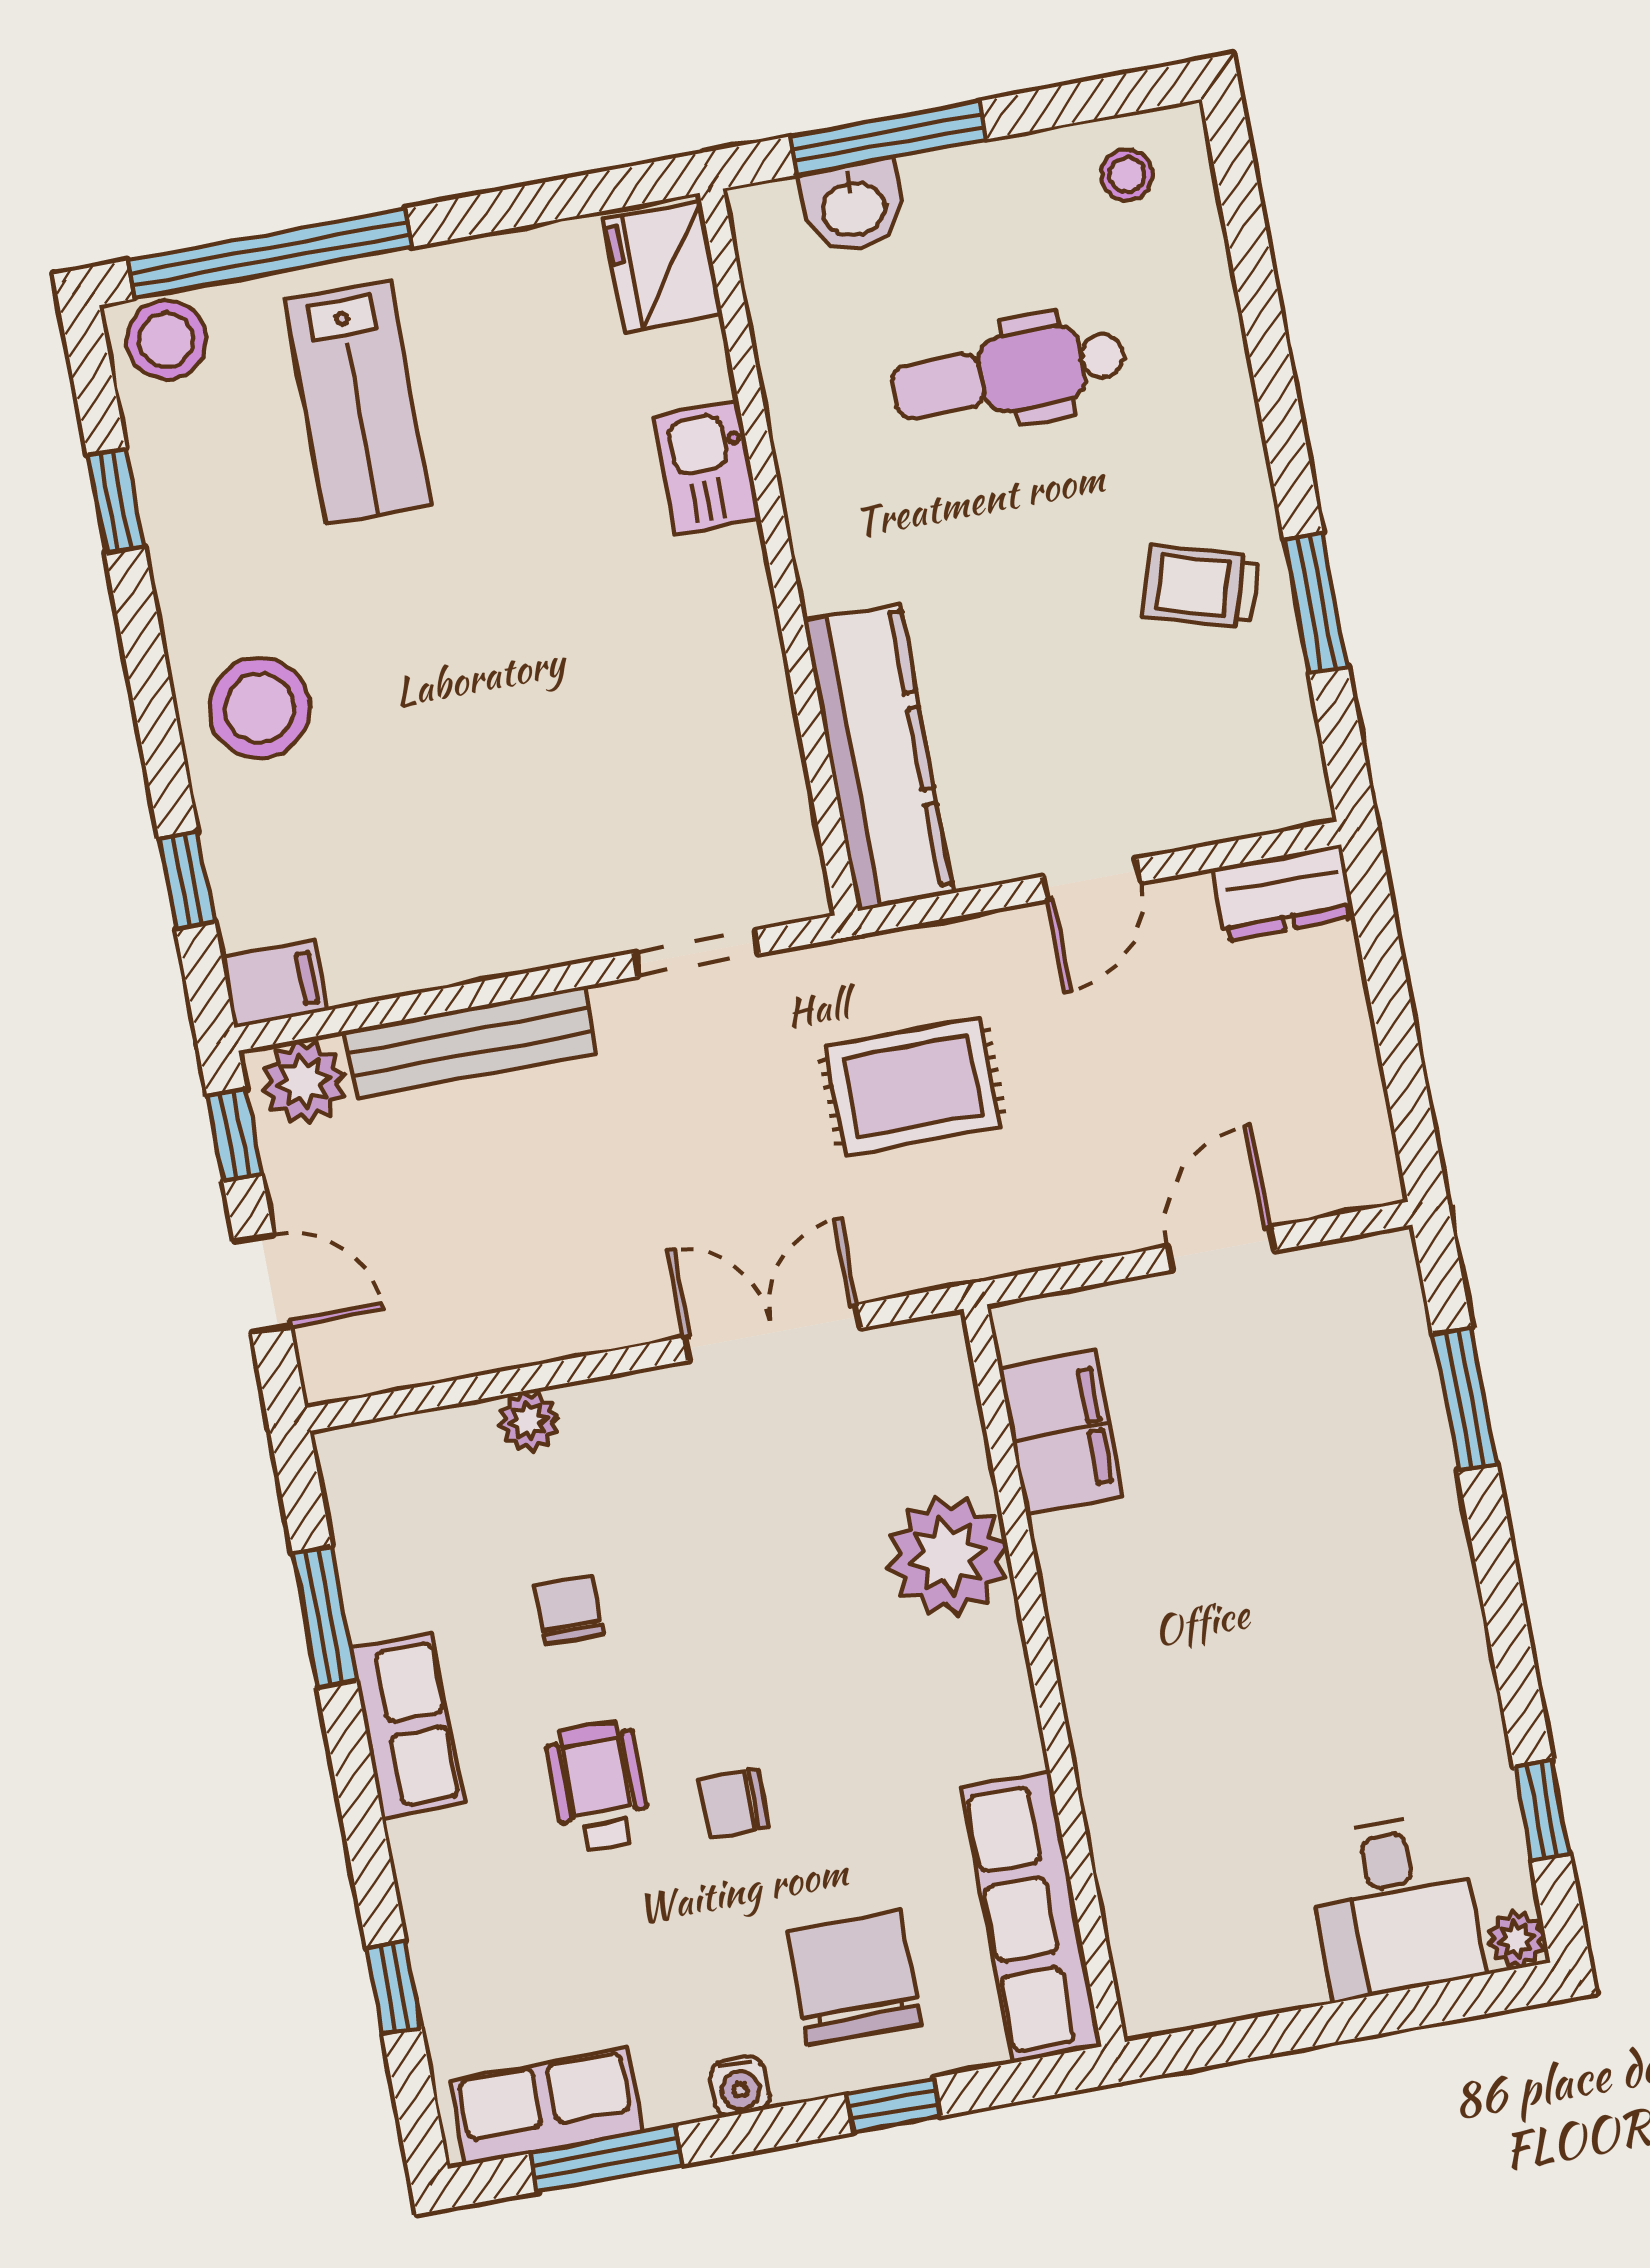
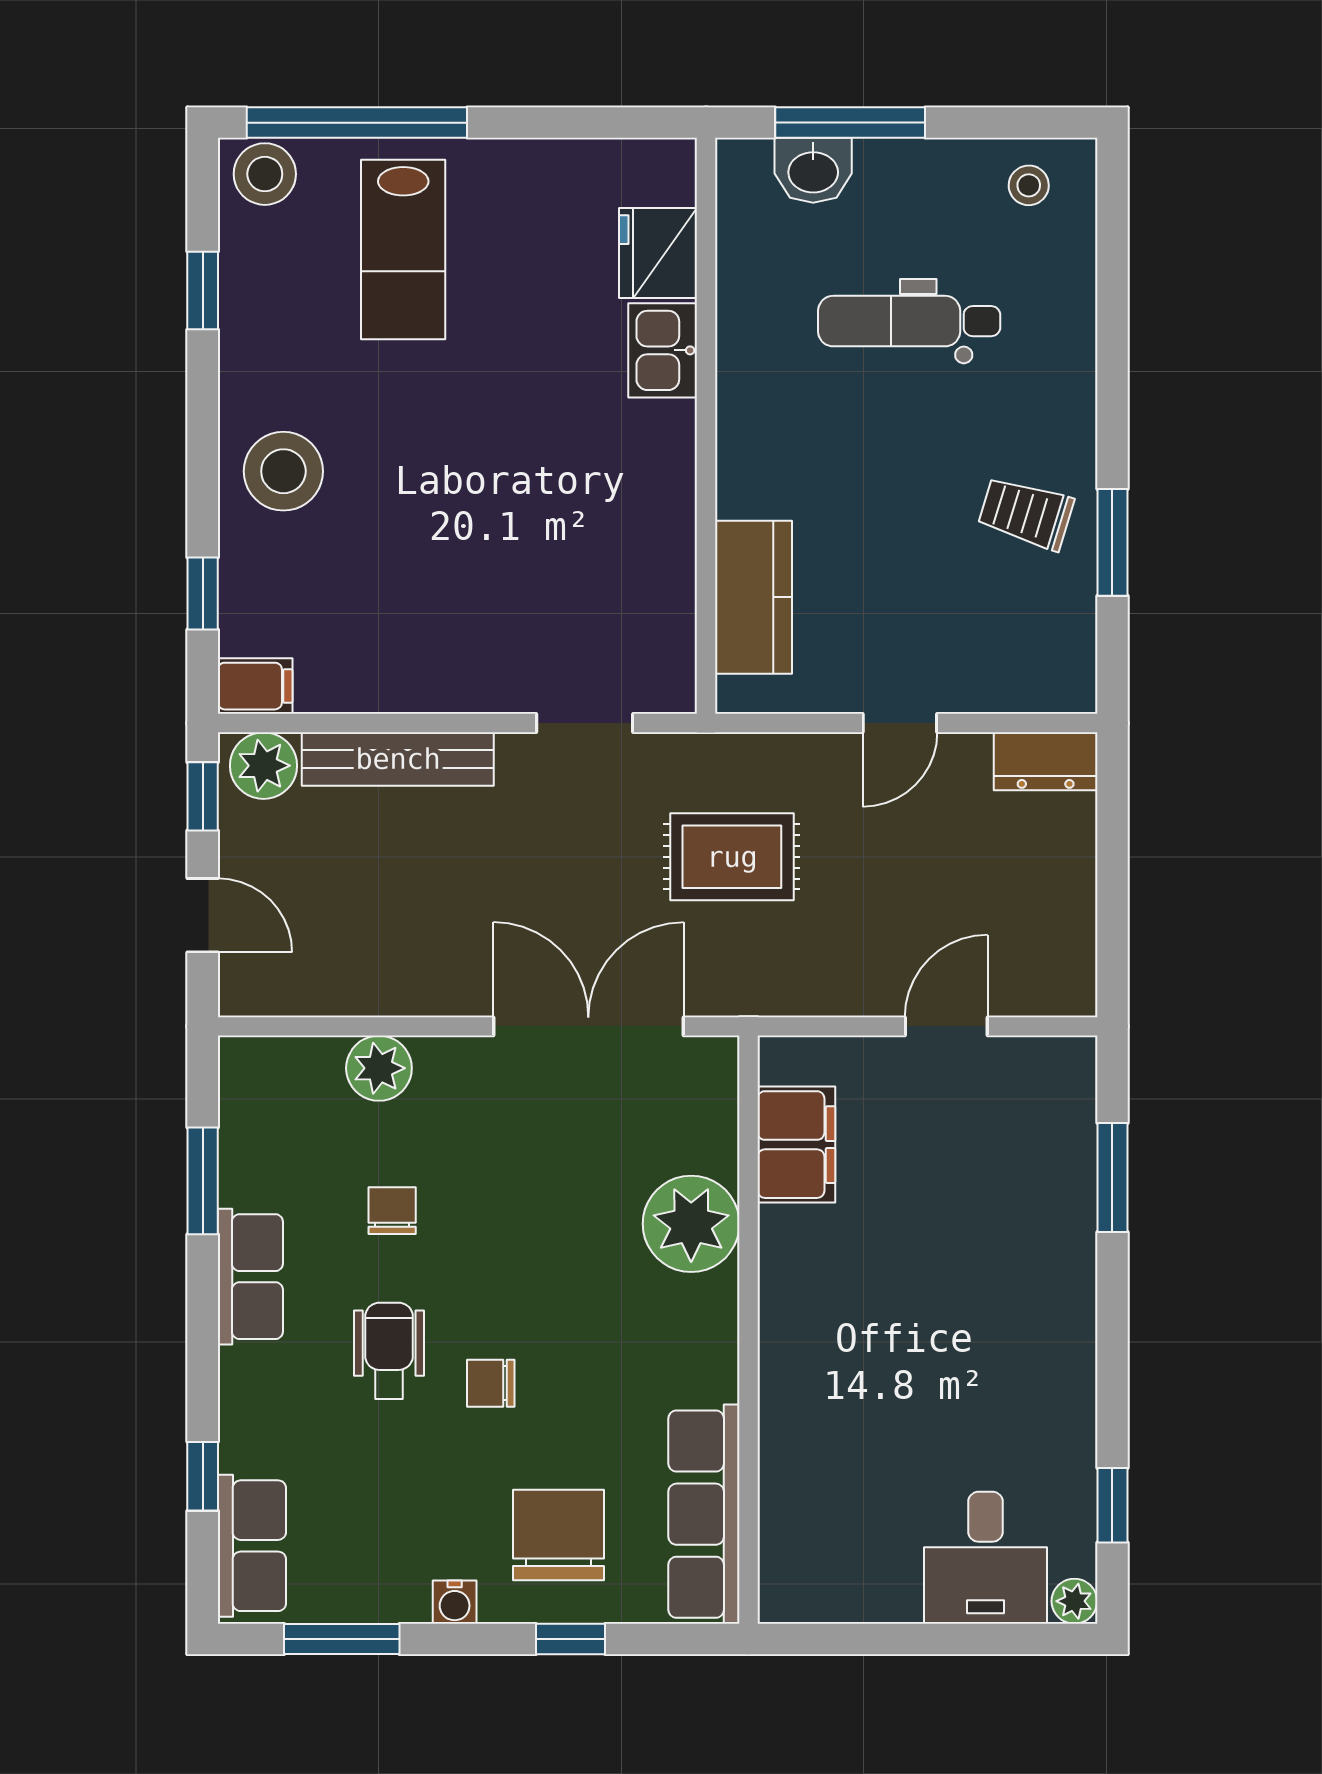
fridge: (663, 266) -> (658, 253), moved
kitchen counter: (879, 756) -> (753, 597), width x0.67
double door: (772, 1333) -> (588, 1026), width x1.37
plant: (529, 1421) -> (379, 1068), width x1.38, depth x1.38
row of seats: (546, 2106) -> (252, 1546), moved, turned 90

